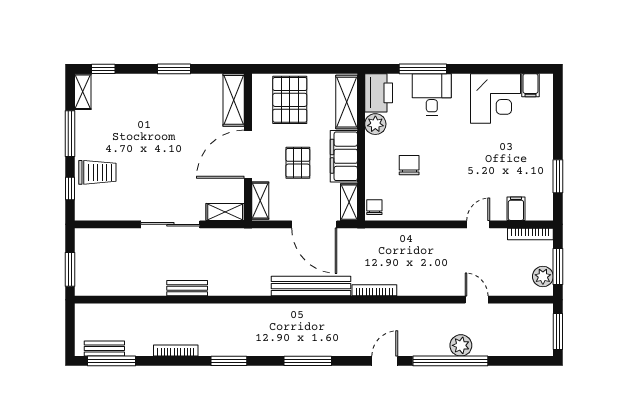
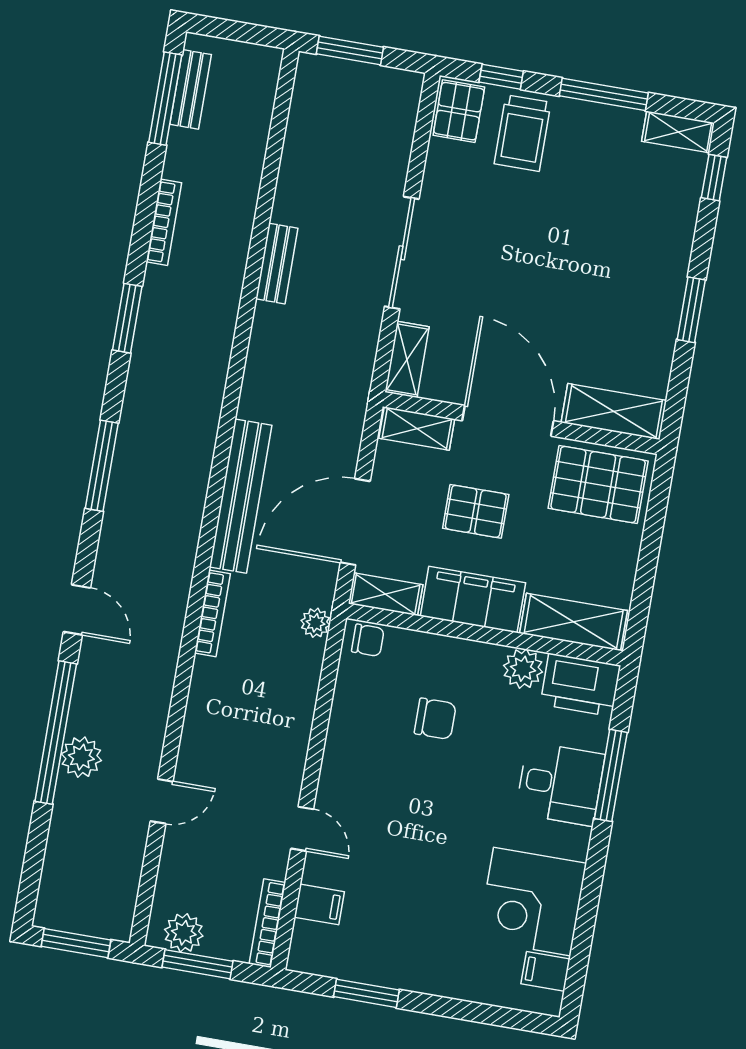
pallet: (290, 100) -> (598, 485), moved
pallet: (92, 207) -> (459, 111), added
plant: (370, 236) -> (315, 623), added

